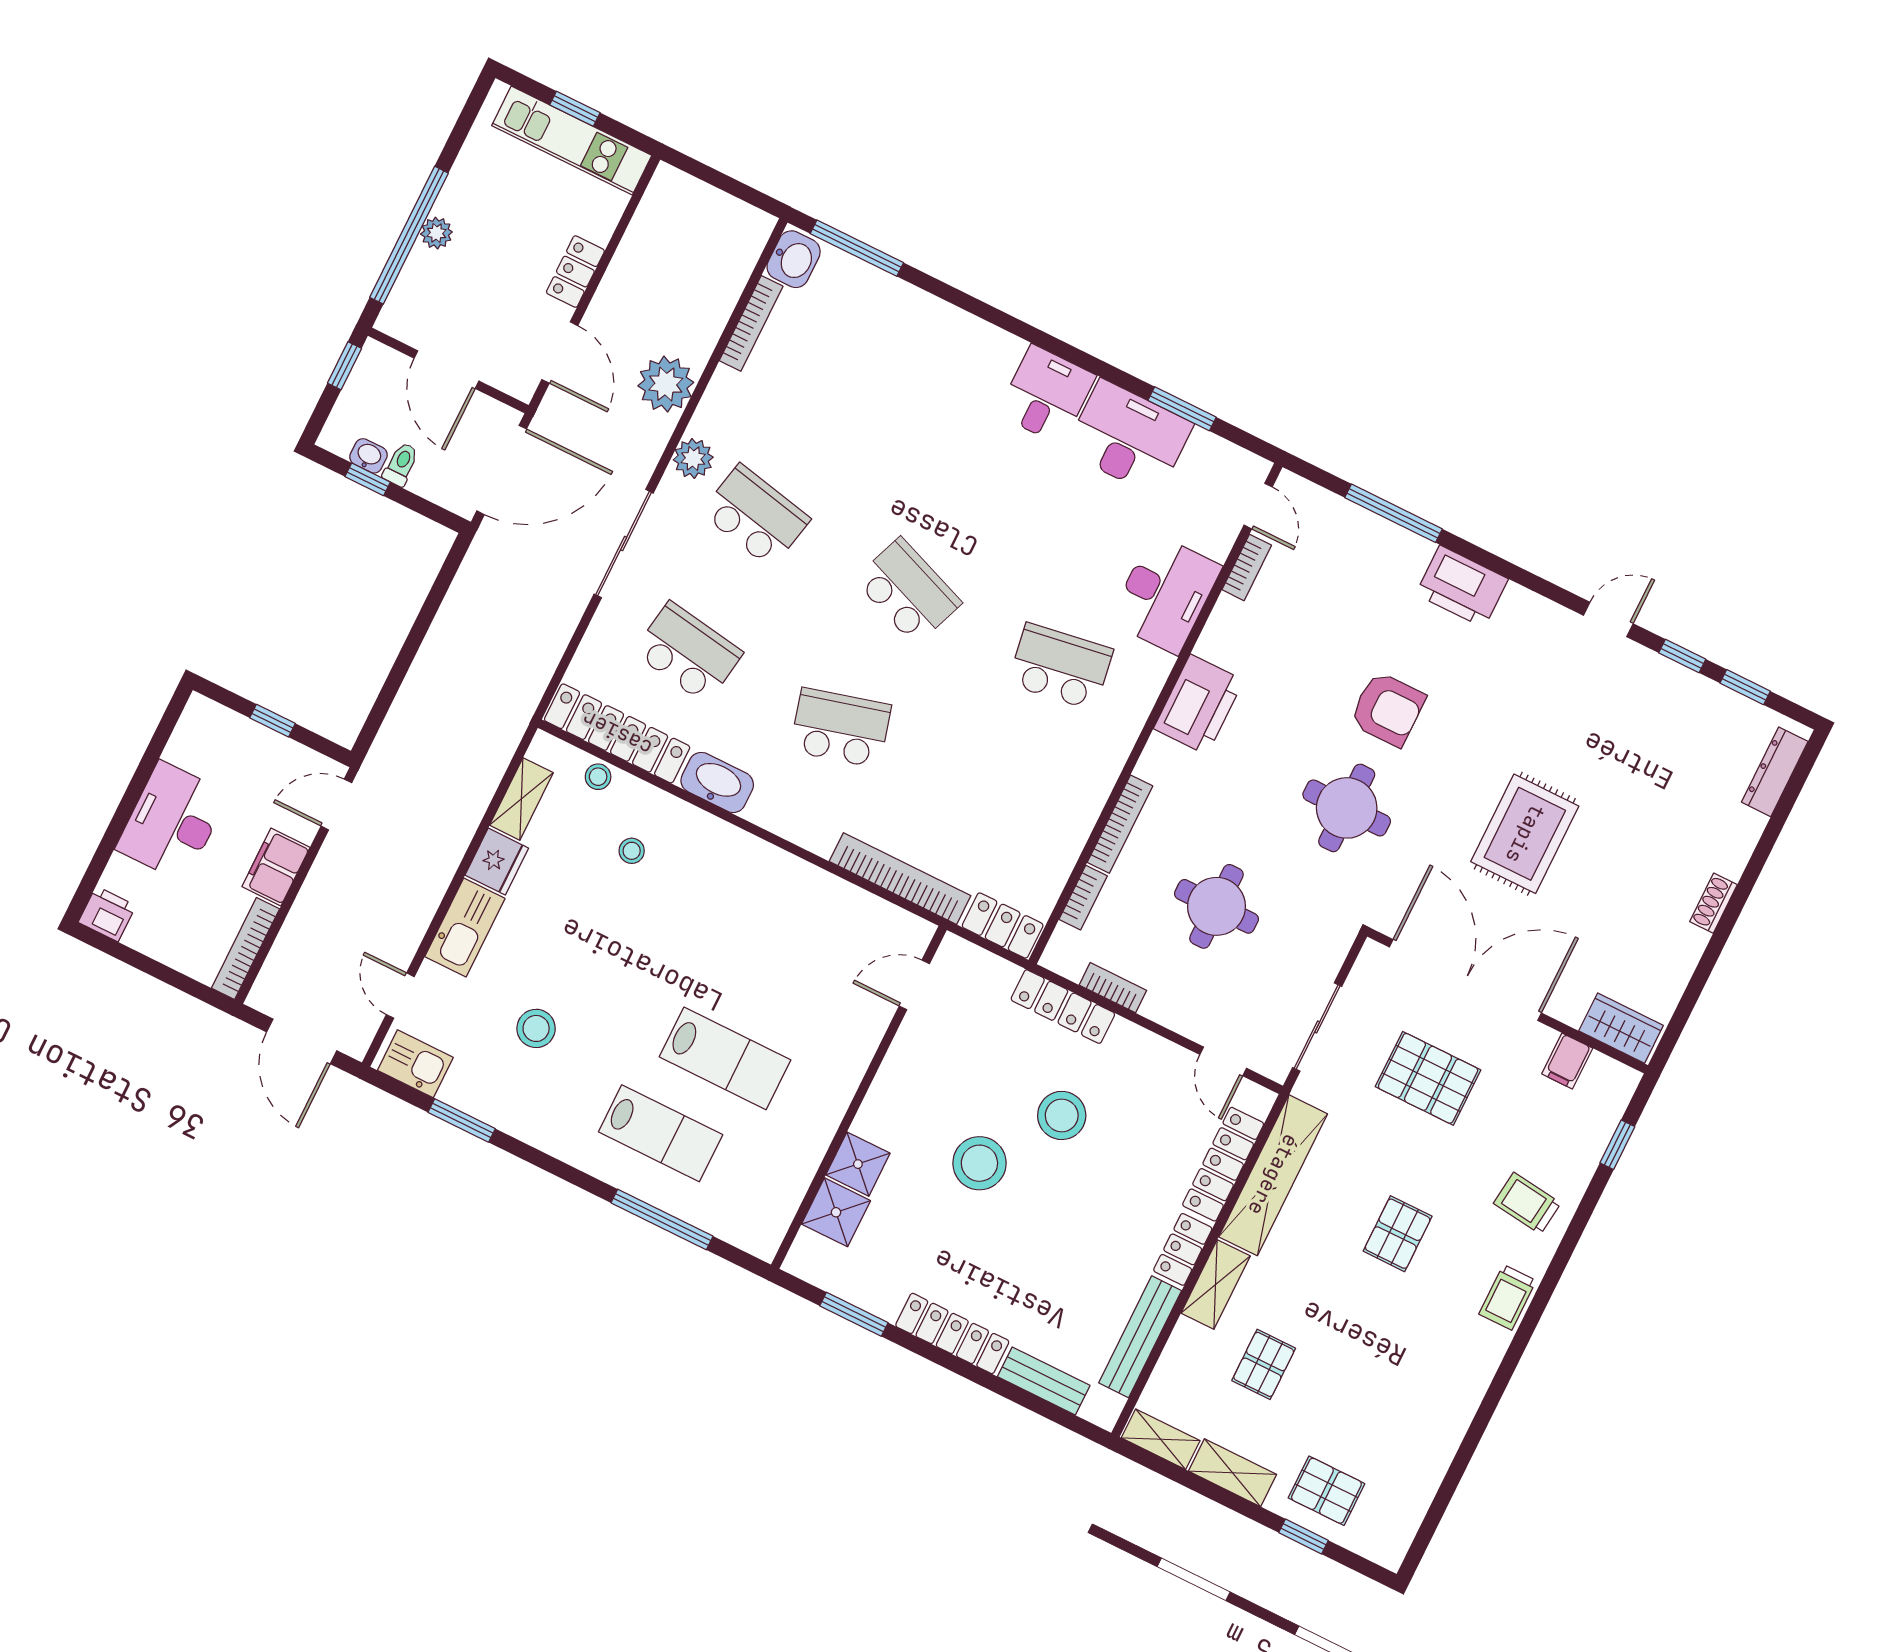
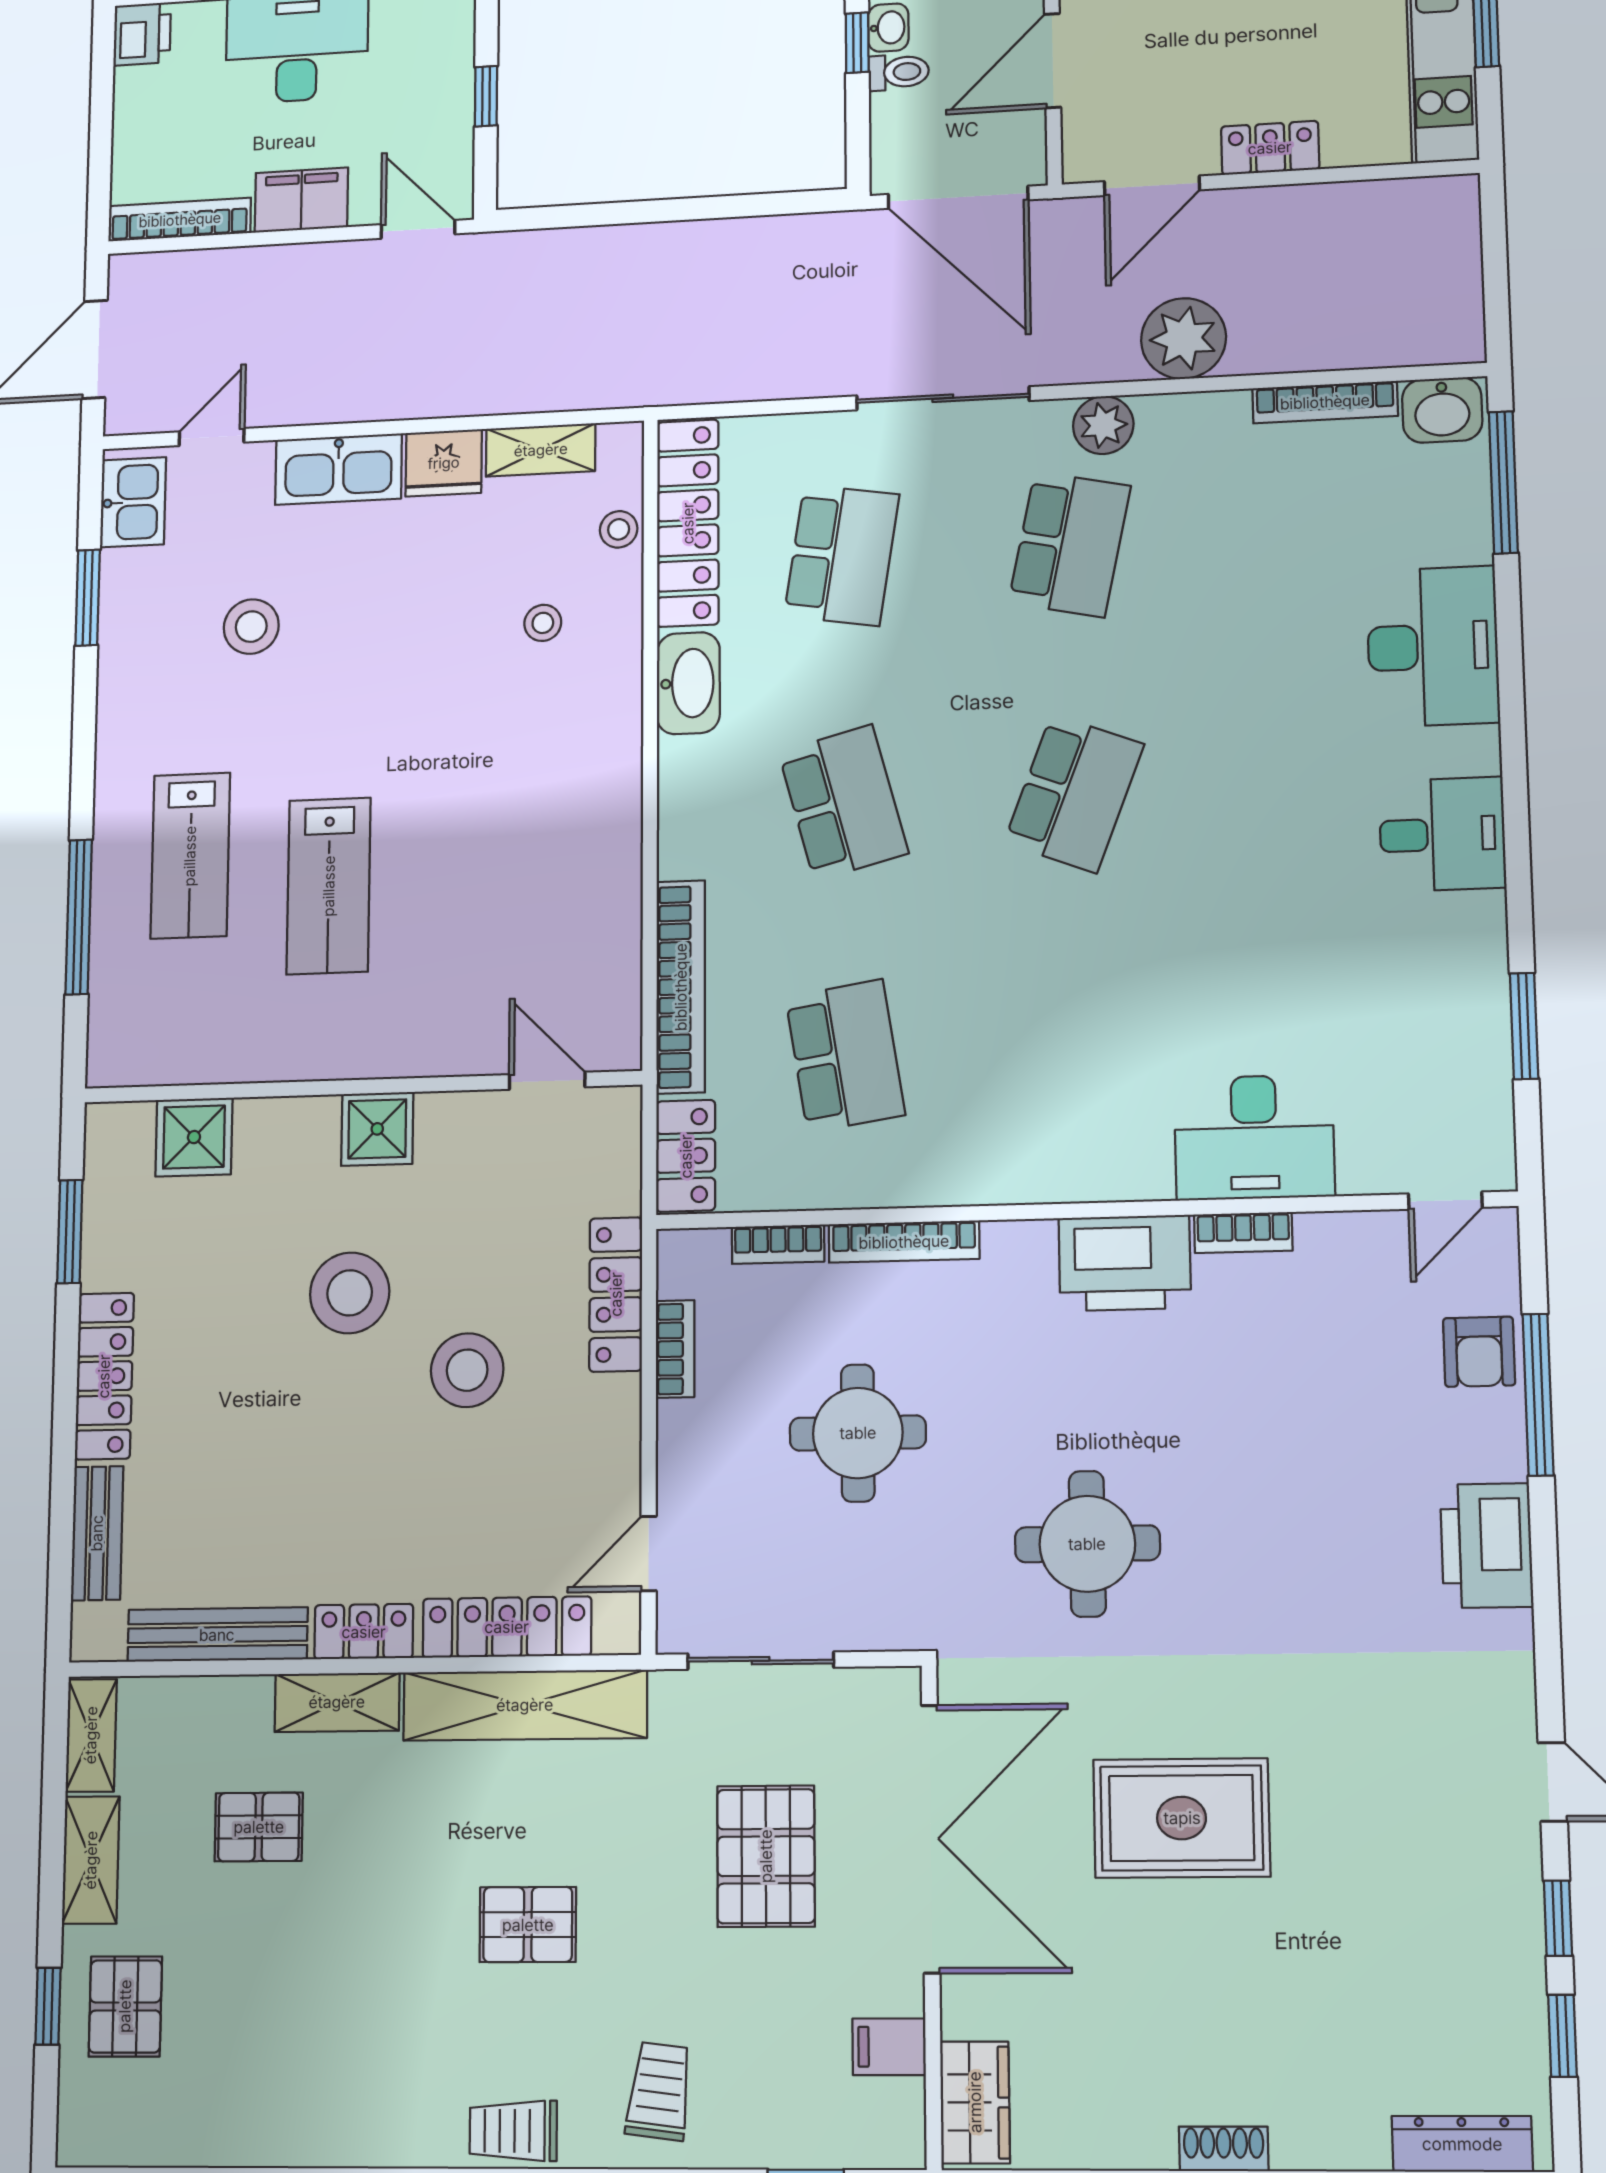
desk: (1129, 438) -> (1433, 647), moved
bookcase: (1247, 567) -> (1243, 1232), moved
school desk: (1060, 667) -> (845, 1056), moved
armchair: (1387, 709) -> (1479, 1352), moved, width x0.72, depth x0.72
shower: (858, 1164) -> (377, 1129), moved

